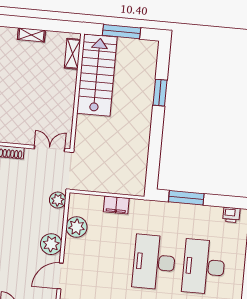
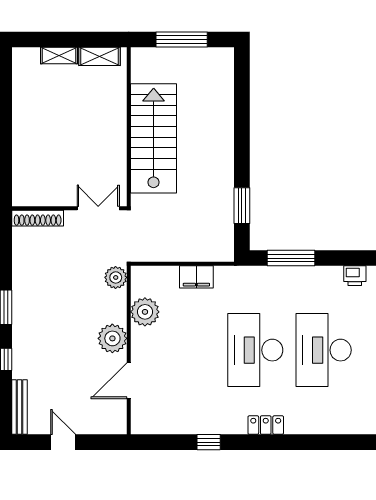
shelving: (73, 54) -> (99, 56), moved, turned 90
stairs: (97, 75) -> (154, 138), moved
window: (160, 93) -> (242, 206), moved

